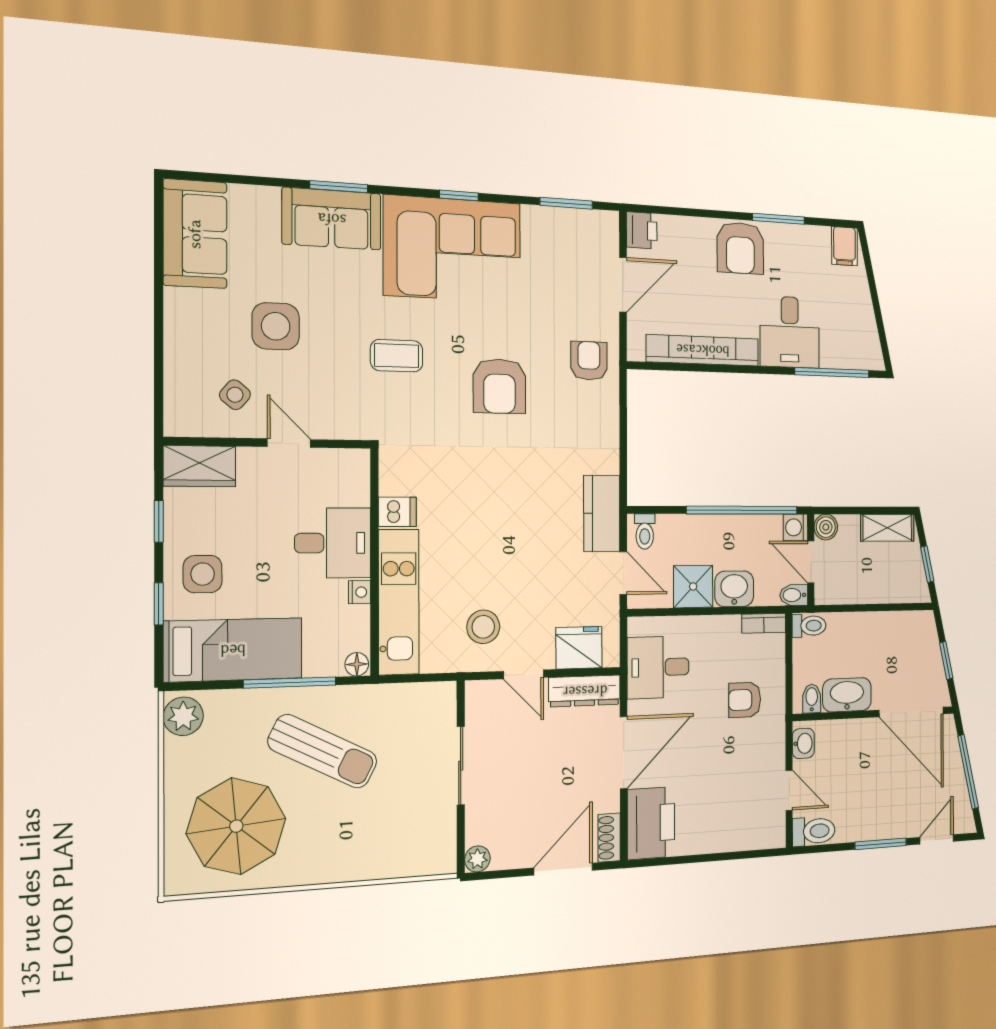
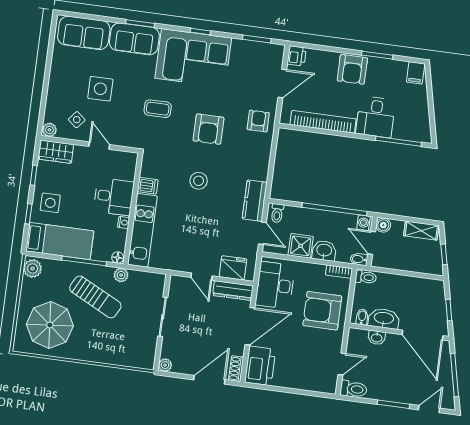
sofa: (195, 234) -> (84, 33), moved, turned 90
plant: (180, 422) -> (49, 130), added
stool: (483, 627) -> (199, 181), moved
desk: (658, 667) -> (275, 285), width x1.37
plant: (368, 698) -> (121, 275), added
armchair: (745, 700) -> (322, 311), width x1.88, depth x1.88
washbasin: (803, 743) -> (377, 338), moved, turned 90
door: (789, 790) -> (342, 364), hinge flipped

